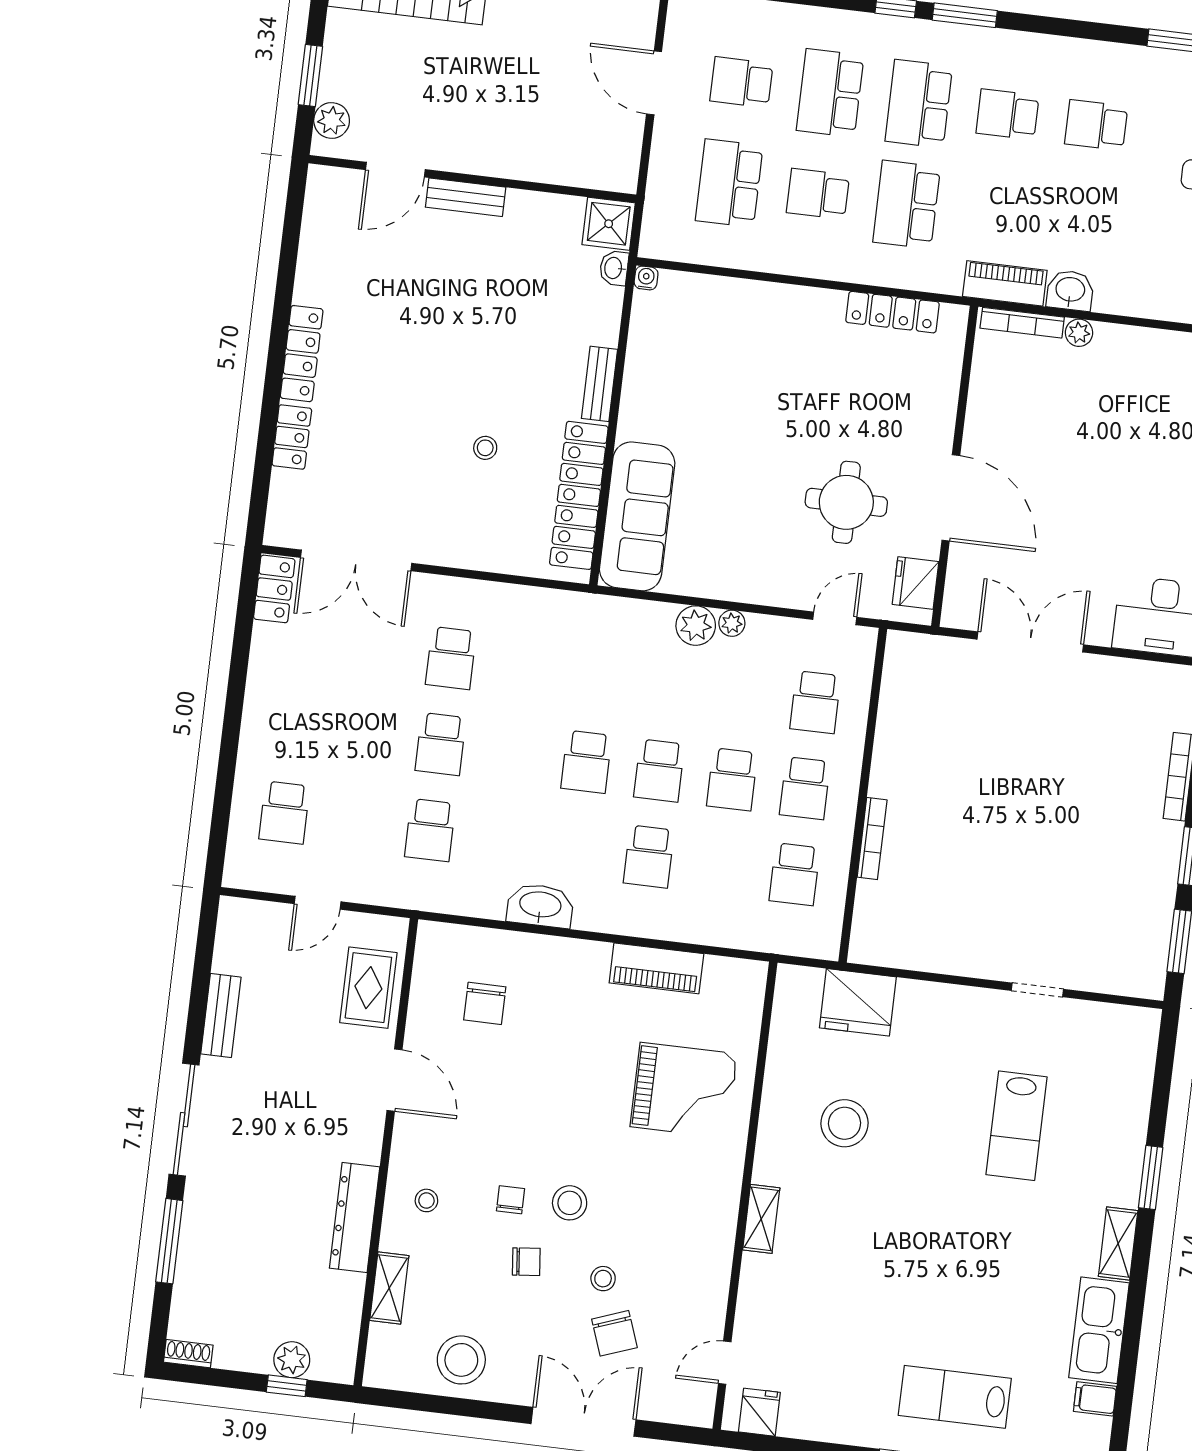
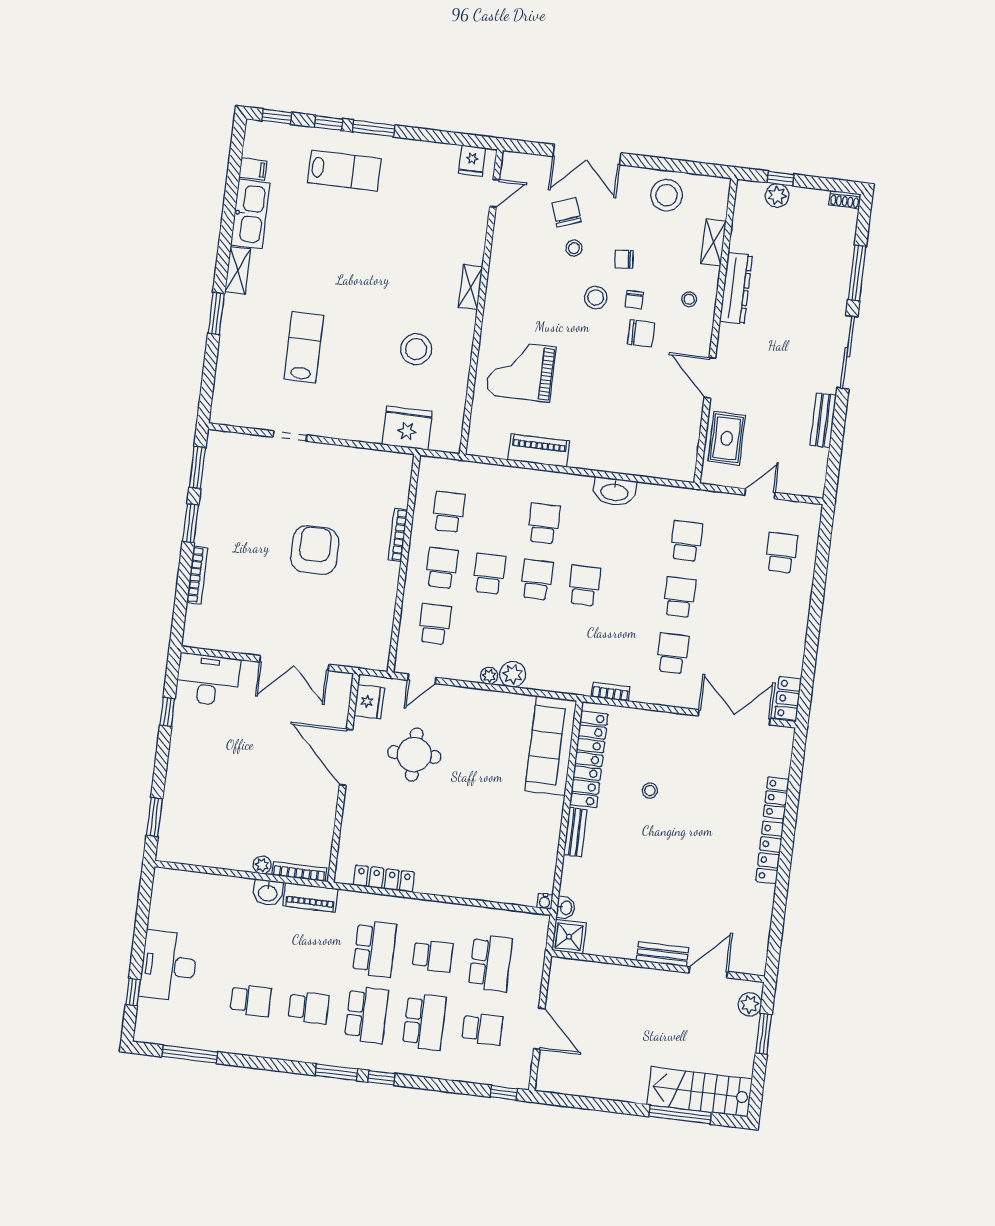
bookcase: (546, 599) -> (611, 692), added
armchair: (999, 815) -> (315, 550), added
chair: (485, 1003) -> (641, 333), moved, turned 90

